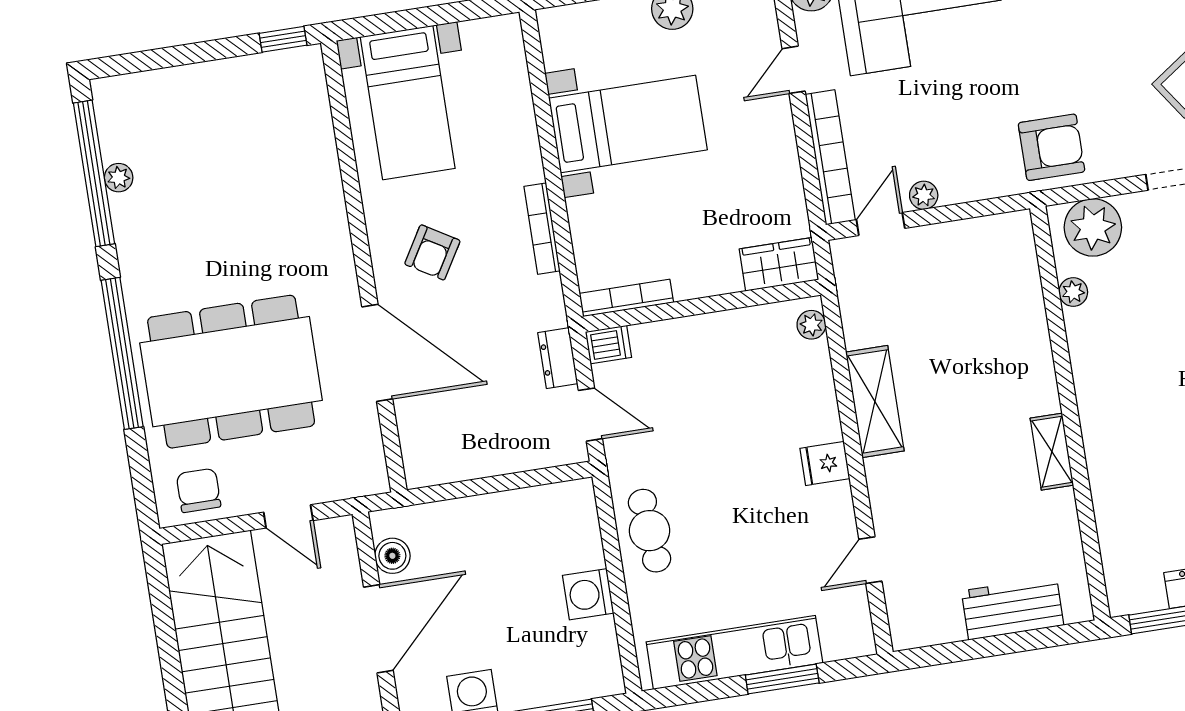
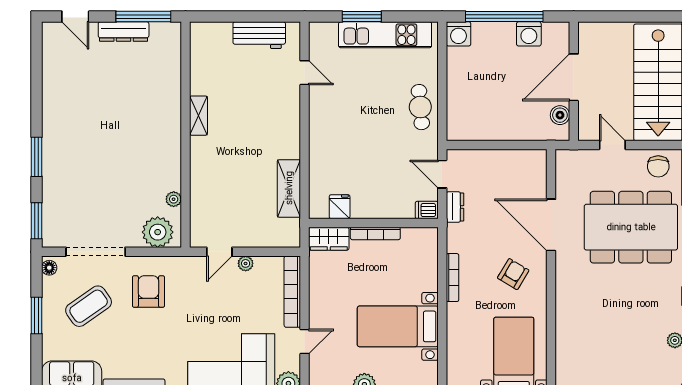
armchair: (1051, 147) -> (148, 291), moved, turned 90
door: (881, 224) -> (219, 252), moved
bookcase: (626, 298) -> (375, 233), moved
plant: (811, 325) -> (316, 204), removed
shelving: (875, 401) -> (289, 188), moved
fridge: (825, 464) -> (340, 207), moved, turned -90
door: (870, 560) -> (305, 73), hinge flipped
washing machine: (588, 594) -> (459, 34), moved, turned 90
workbench: (1013, 608) -> (259, 35), moved

